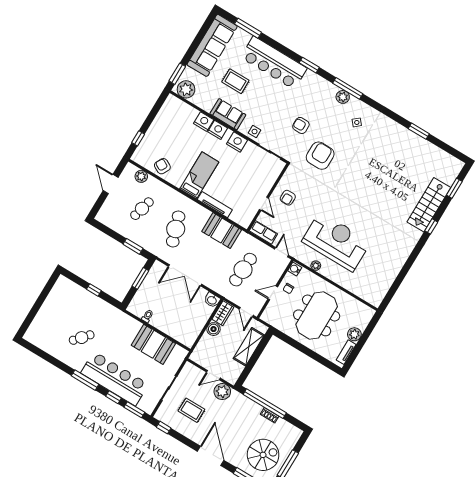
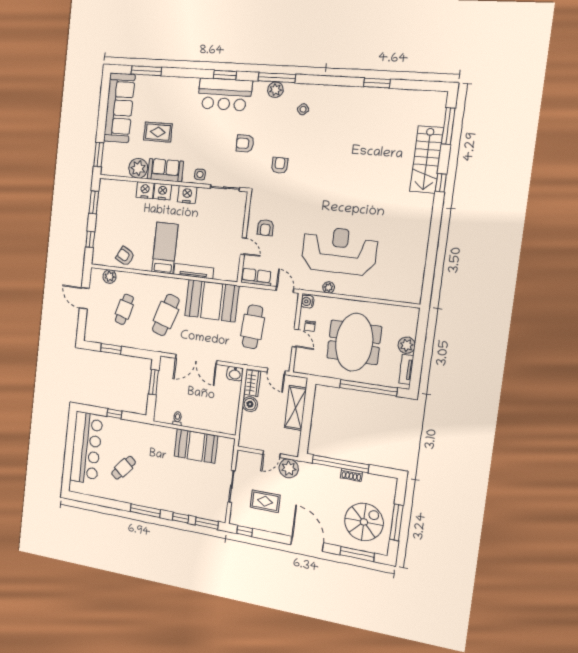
bar counter: (274, 63) -> (225, 94), moved, width x0.73
plant: (186, 89) -> (138, 168), moved
window: (155, 110) -> (94, 202), added
armchair: (320, 156) -> (280, 165), width x0.53, depth x0.53
window: (454, 188) -> (448, 126), width x1.44
cafe table: (176, 229) -> (166, 315), turned 36
booth: (222, 231) -> (212, 301), width x1.36, depth x1.42
window: (133, 246) -> (111, 349), moved
door: (273, 293) -> (295, 338), swing flipped
window: (312, 354) -> (368, 388), added
bar counter: (115, 379) -> (86, 448), moved, turned 90

